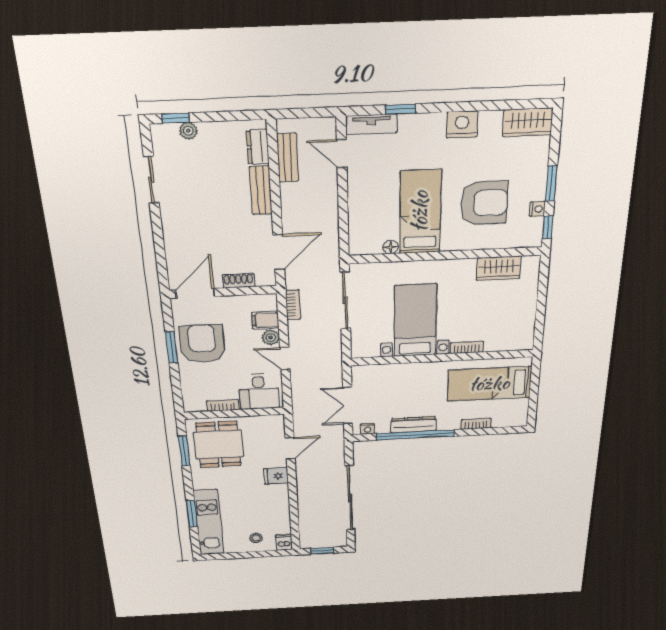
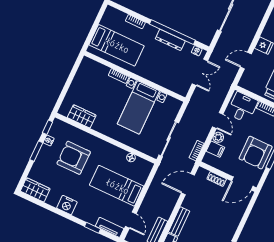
bed: (420, 212) -> (117, 186), moved, turned 90

